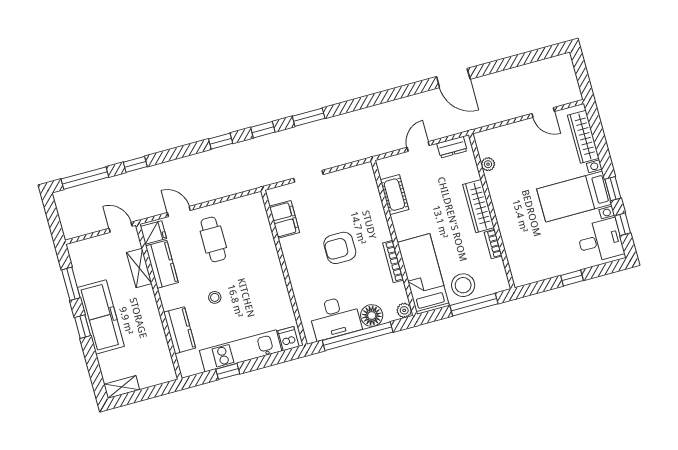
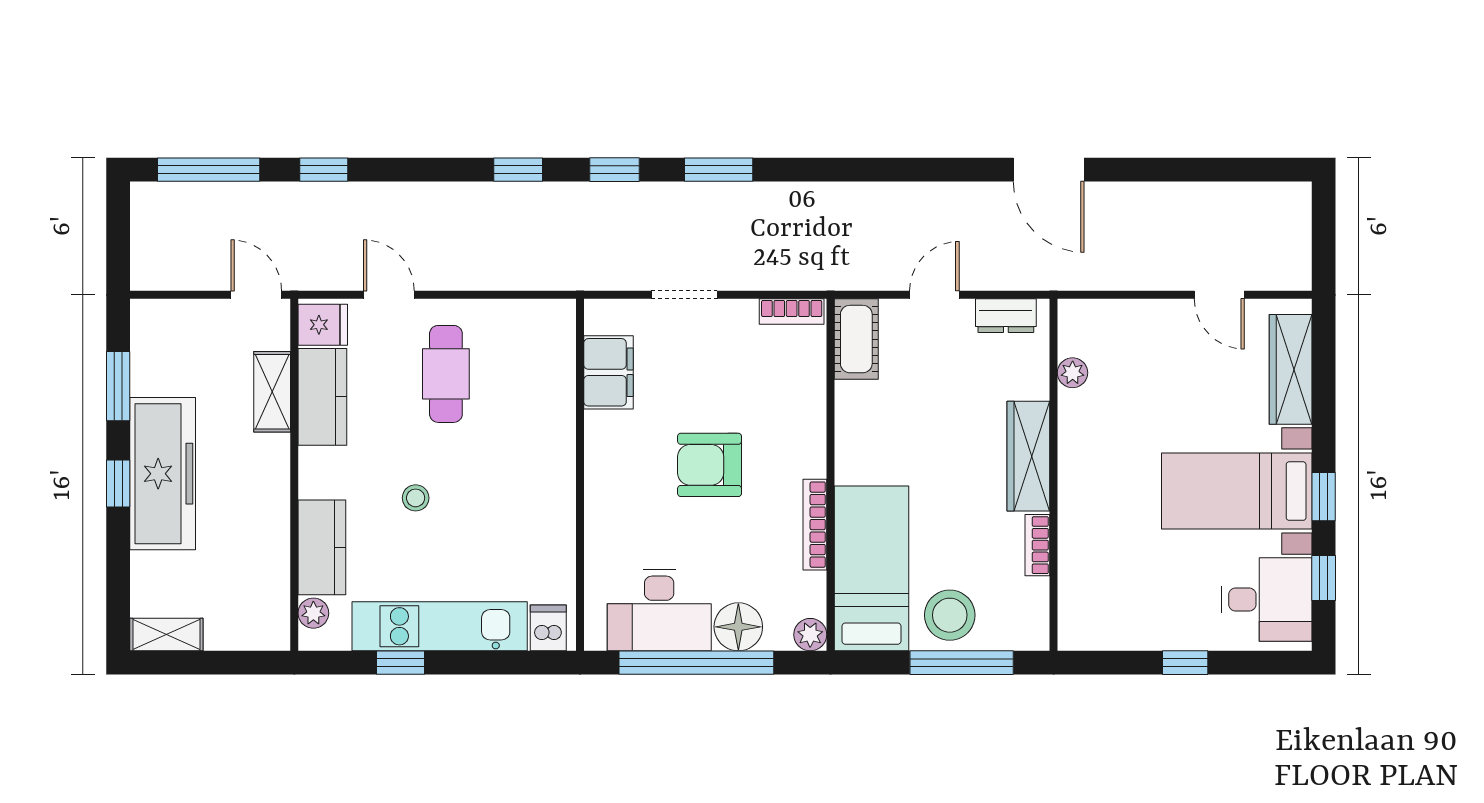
bookcase: (358, 171) -> (792, 312), added
cot: (394, 195) -> (856, 339), moved
plant: (184, 360) -> (313, 613), added

